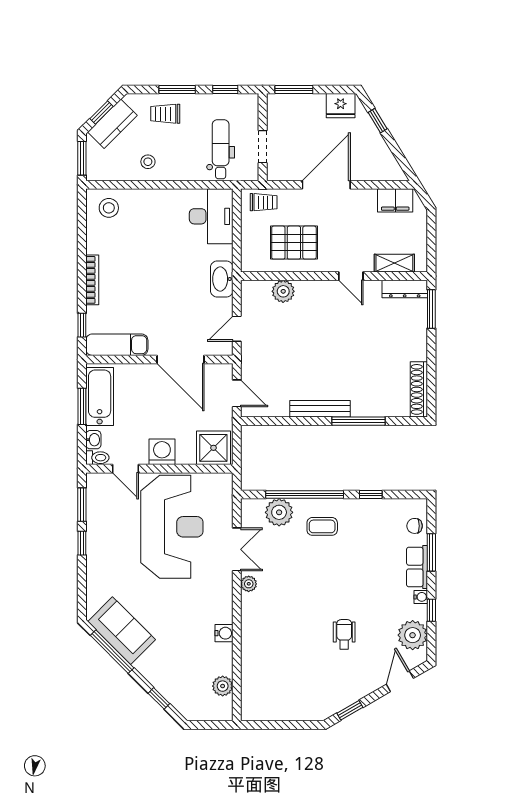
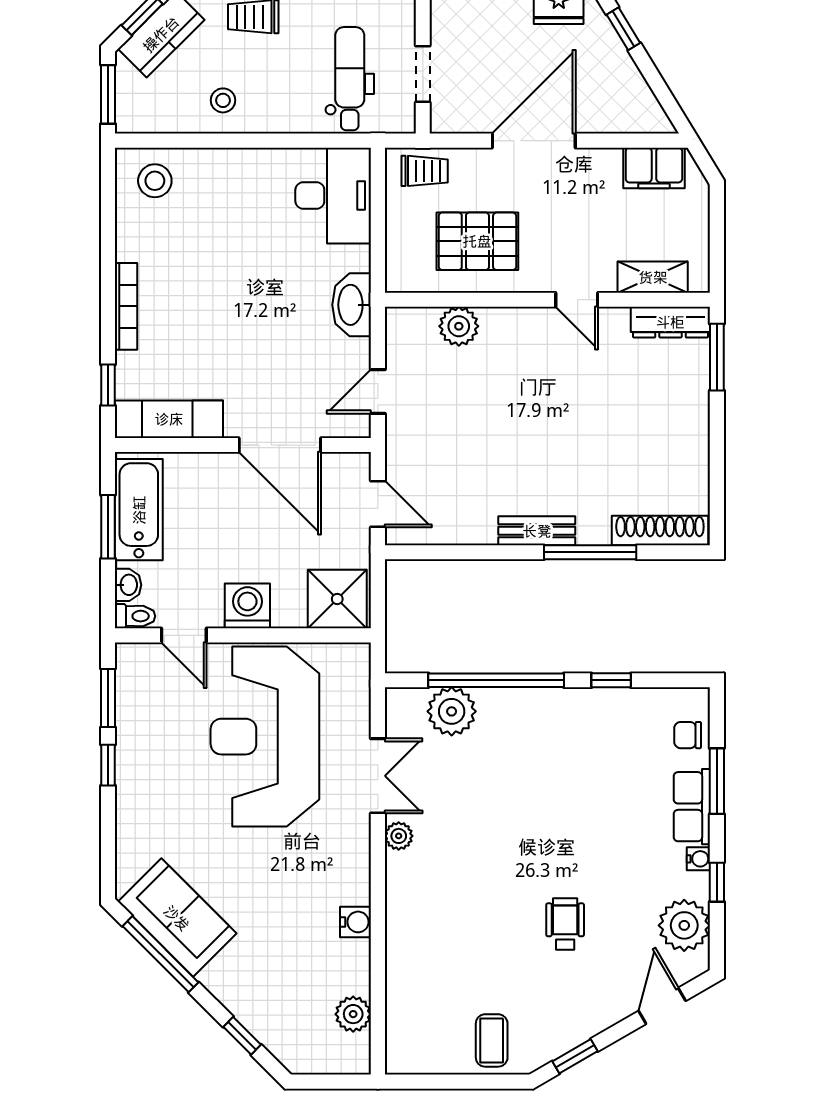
shoe rack: (419, 389) -> (660, 530), moved, turned 90
bench: (320, 409) -> (537, 531), width x0.73
coffee table: (322, 526) -> (492, 1040), moved, turned 90
reception desk: (172, 527) -> (265, 737), turned 180

